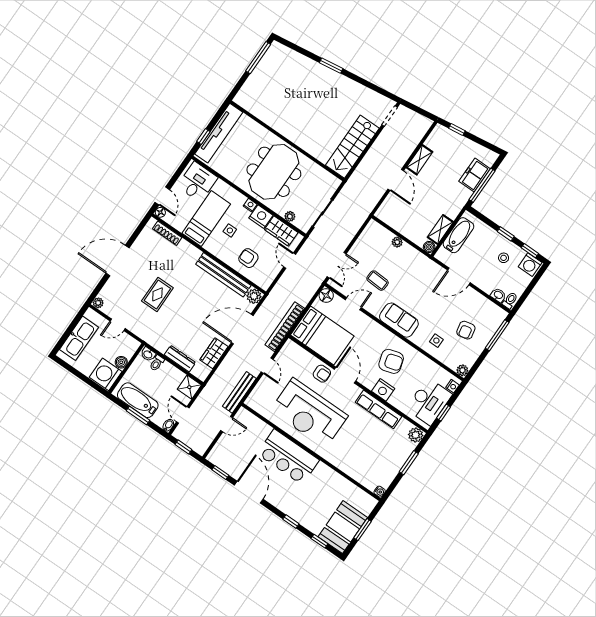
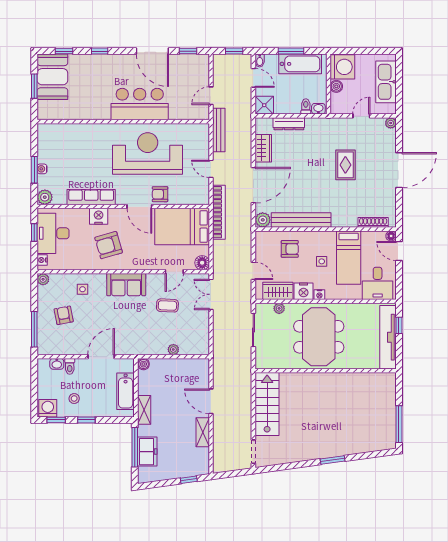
shelving: (440, 230) -> (144, 410), moved
toilet: (510, 300) -> (70, 366), moved
water cooler: (380, 492) -> (42, 169), moved

